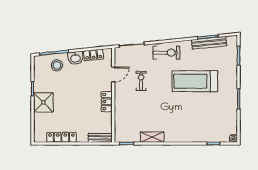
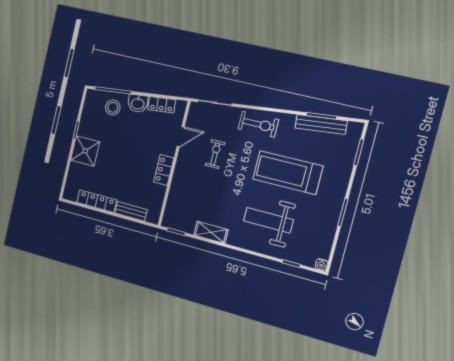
weight bench: (190, 118) -> (268, 220), added
bench: (100, 138) -> (131, 211), moved

